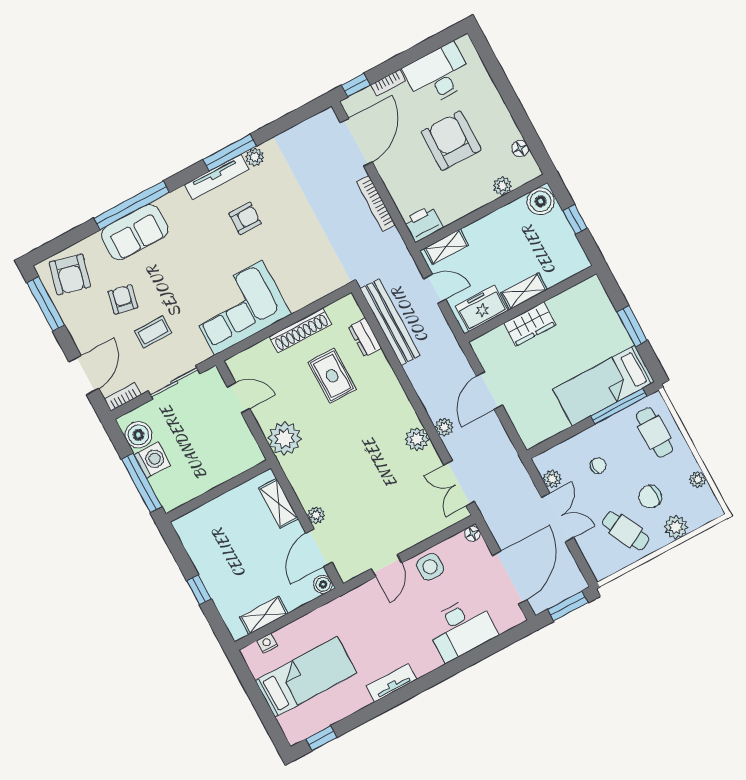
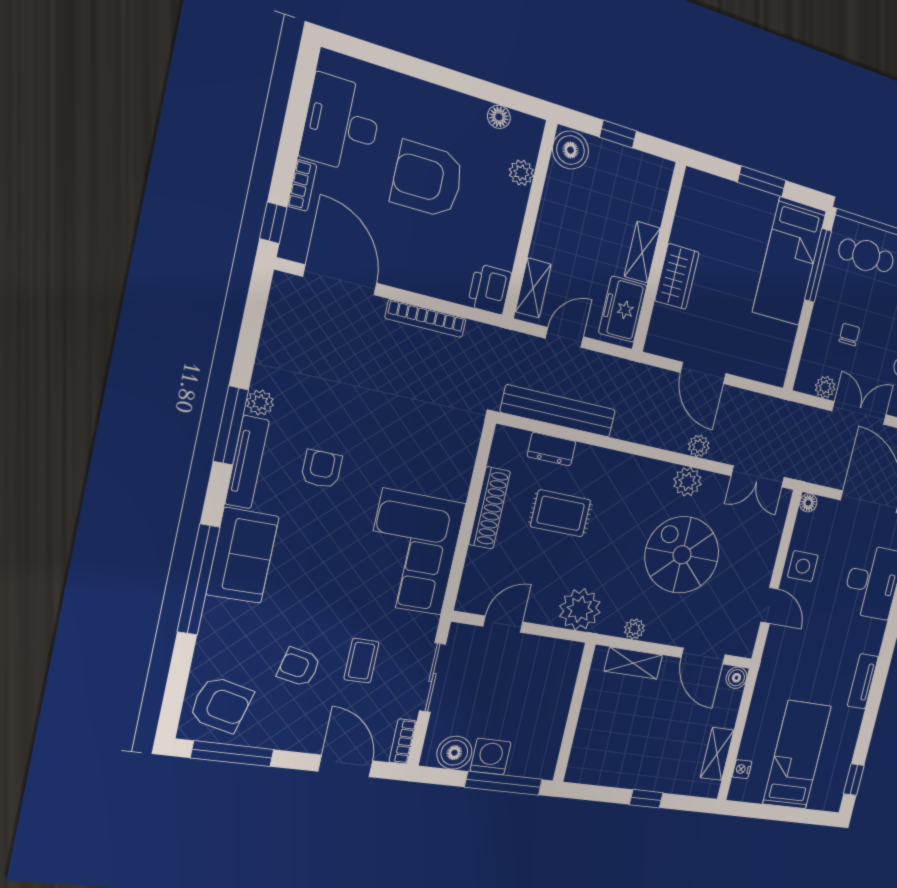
sofa: (135, 232) -> (243, 555), moved
spiral stairs: (370, 476) -> (682, 555), added
plant: (316, 515) -> (634, 629), moved

